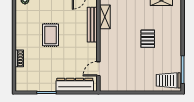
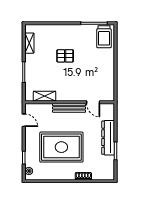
bench: (92, 25) -> (69, 108), moved
rug: (50, 35) -> (61, 147), width x1.86, depth x2.06
dresser: (75, 85) -> (108, 138), moved

